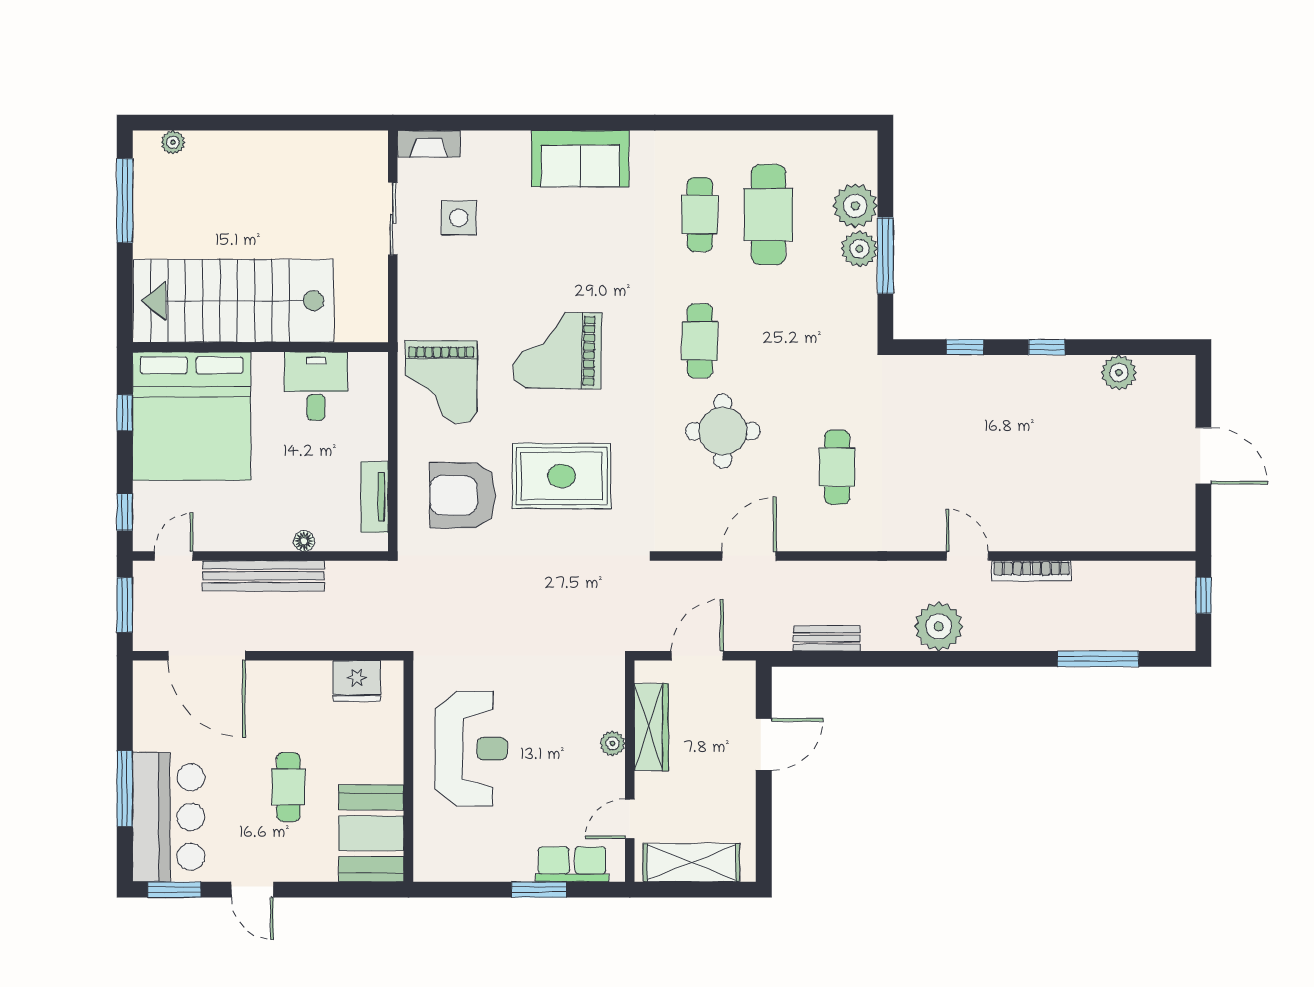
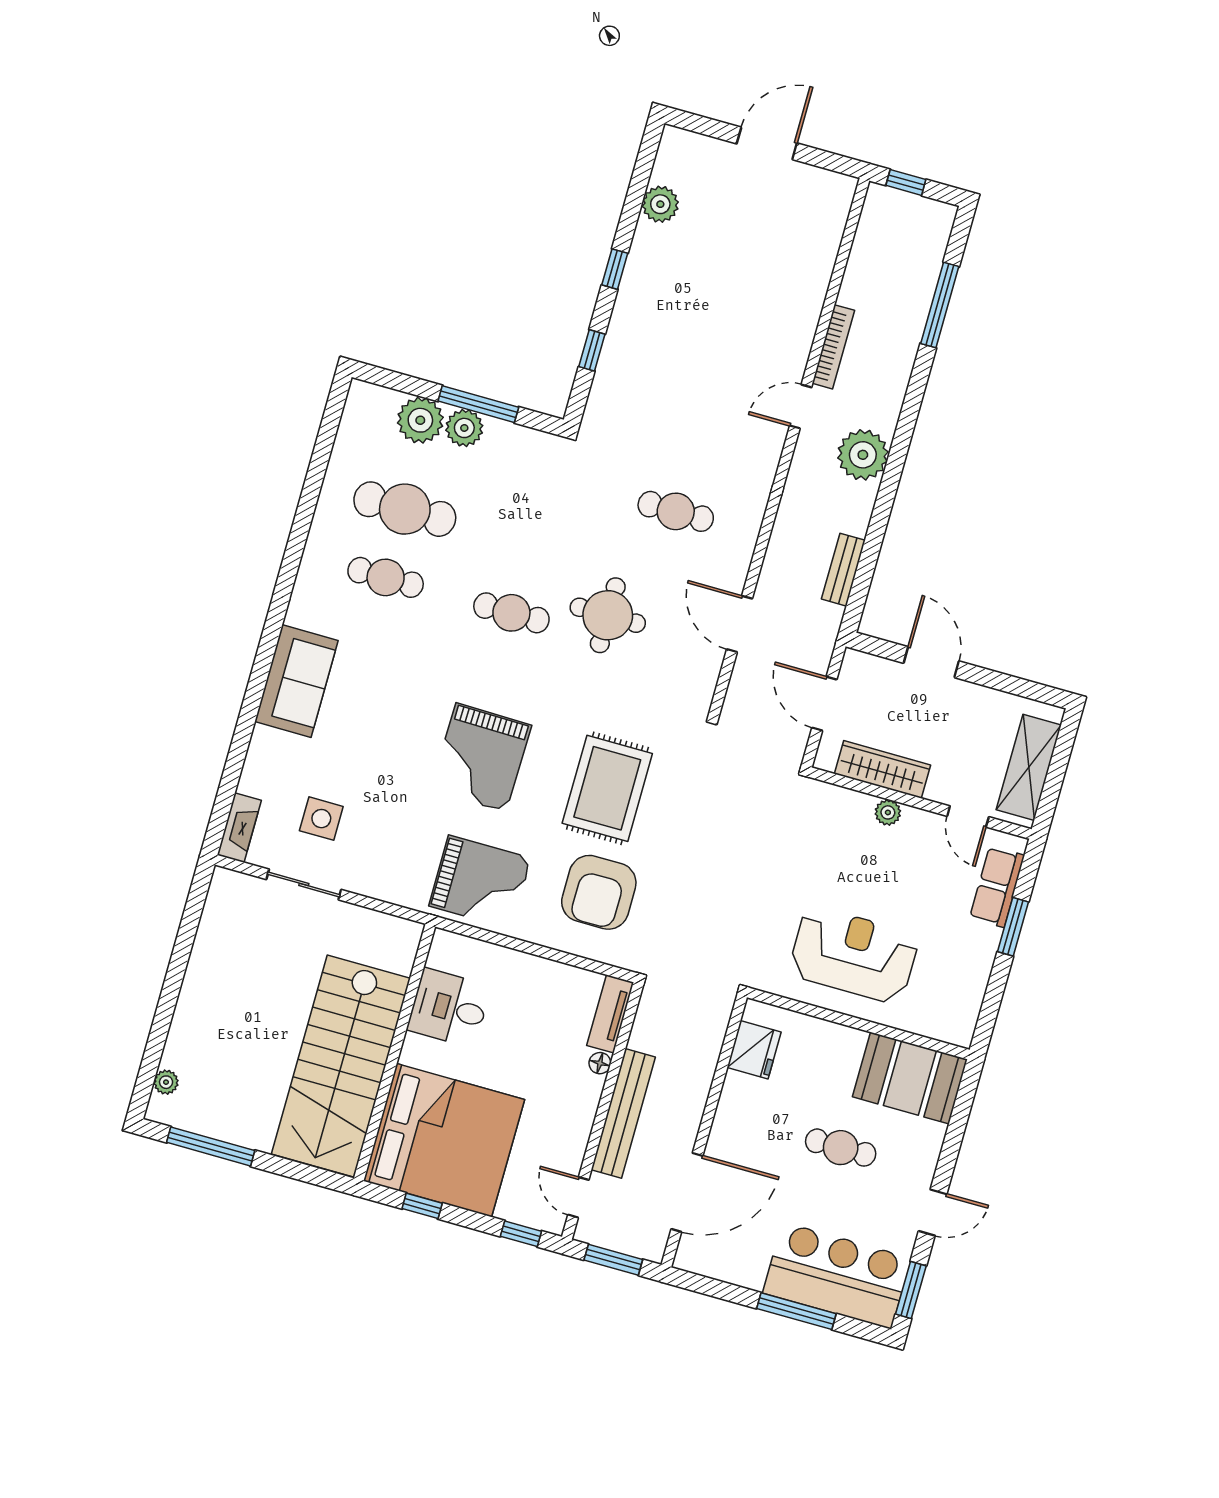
tv unit: (375, 497) -> (610, 1014), moved, turned 90

